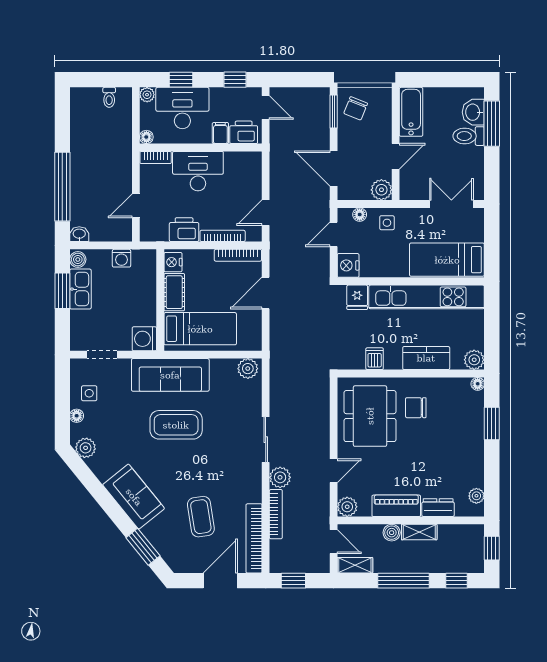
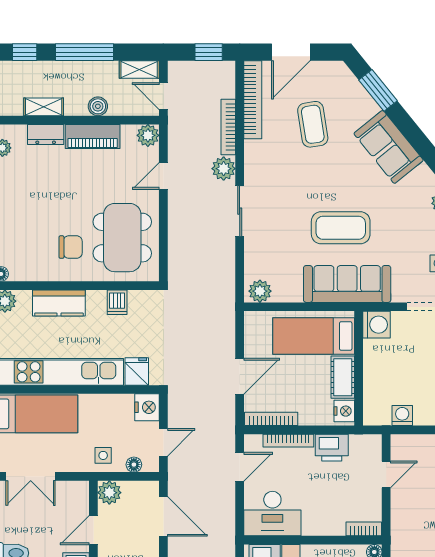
desk: (198, 171) -> (272, 514), moved
shelving: (419, 532) -> (44, 107), moved

